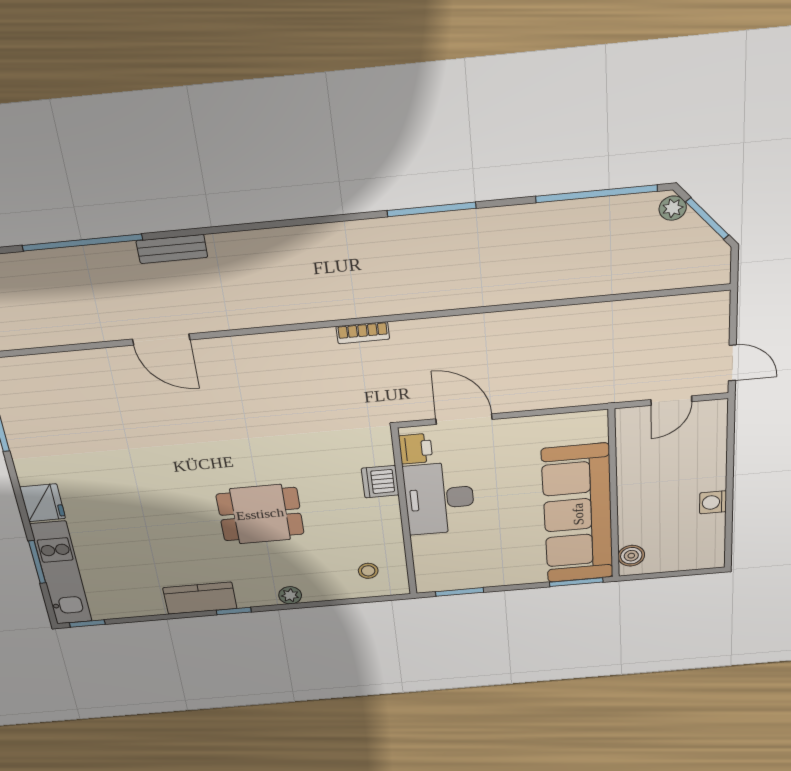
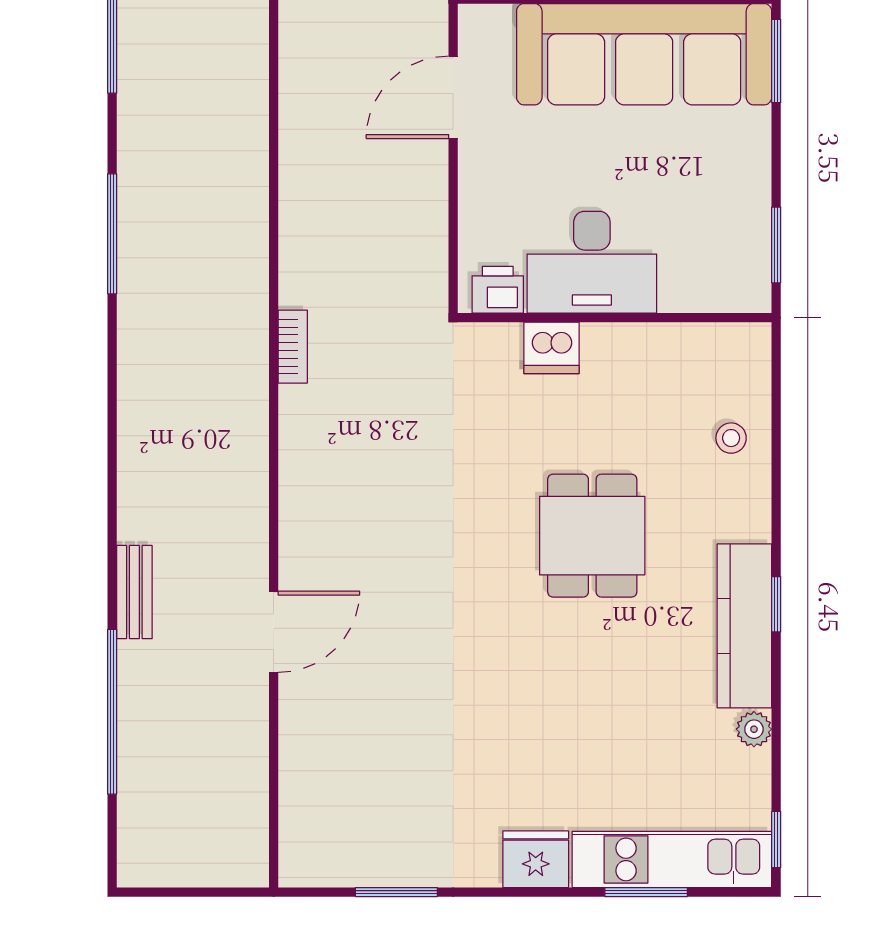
door: (464, 419) -> (453, 97), moved
stool: (368, 571) -> (731, 438), moved
plant: (290, 595) -> (754, 729), moved
kitchen counter: (200, 598) -> (744, 626), width x1.50

